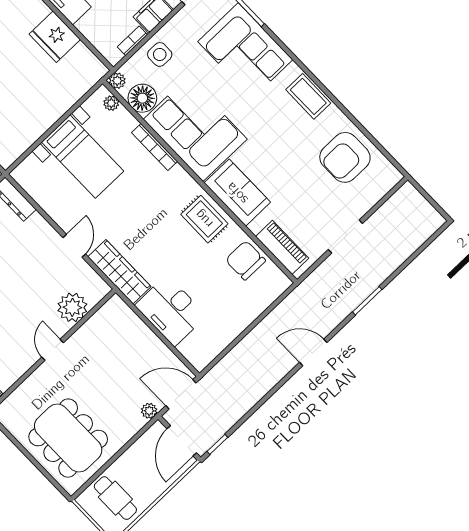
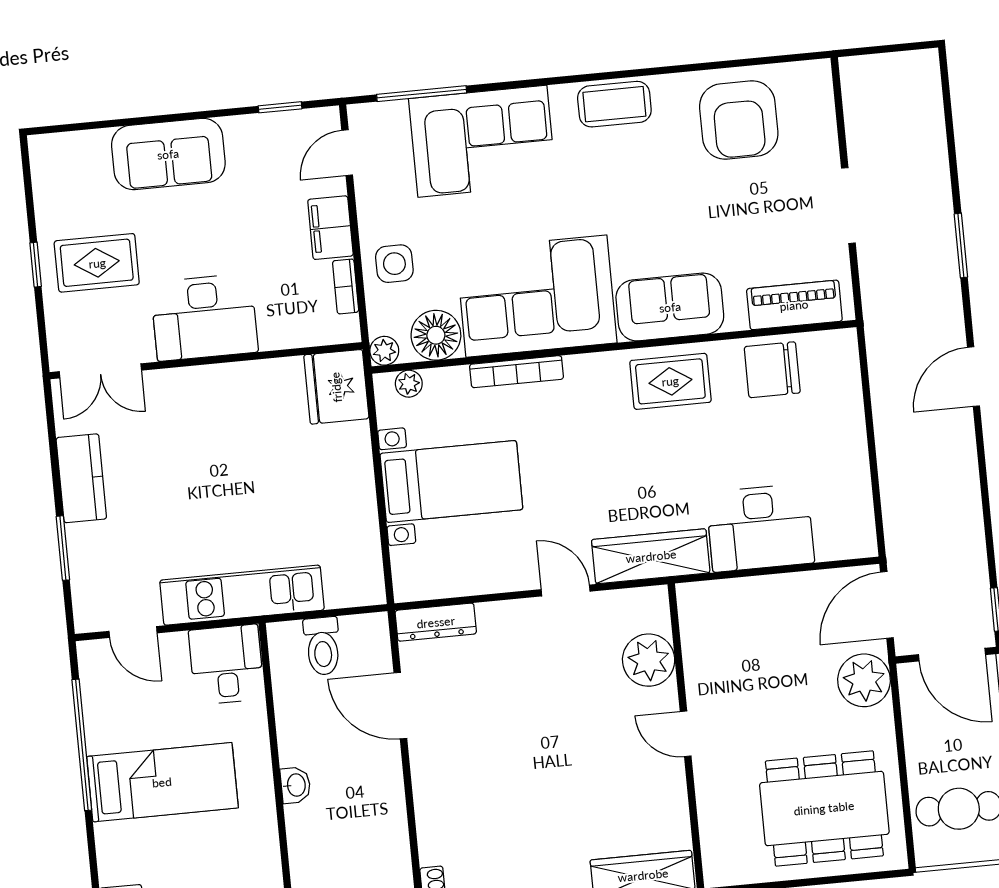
fridge: (55, 37) -> (336, 387), moved, turned 90
plant: (149, 411) -> (864, 680), width x1.88, depth x1.88

